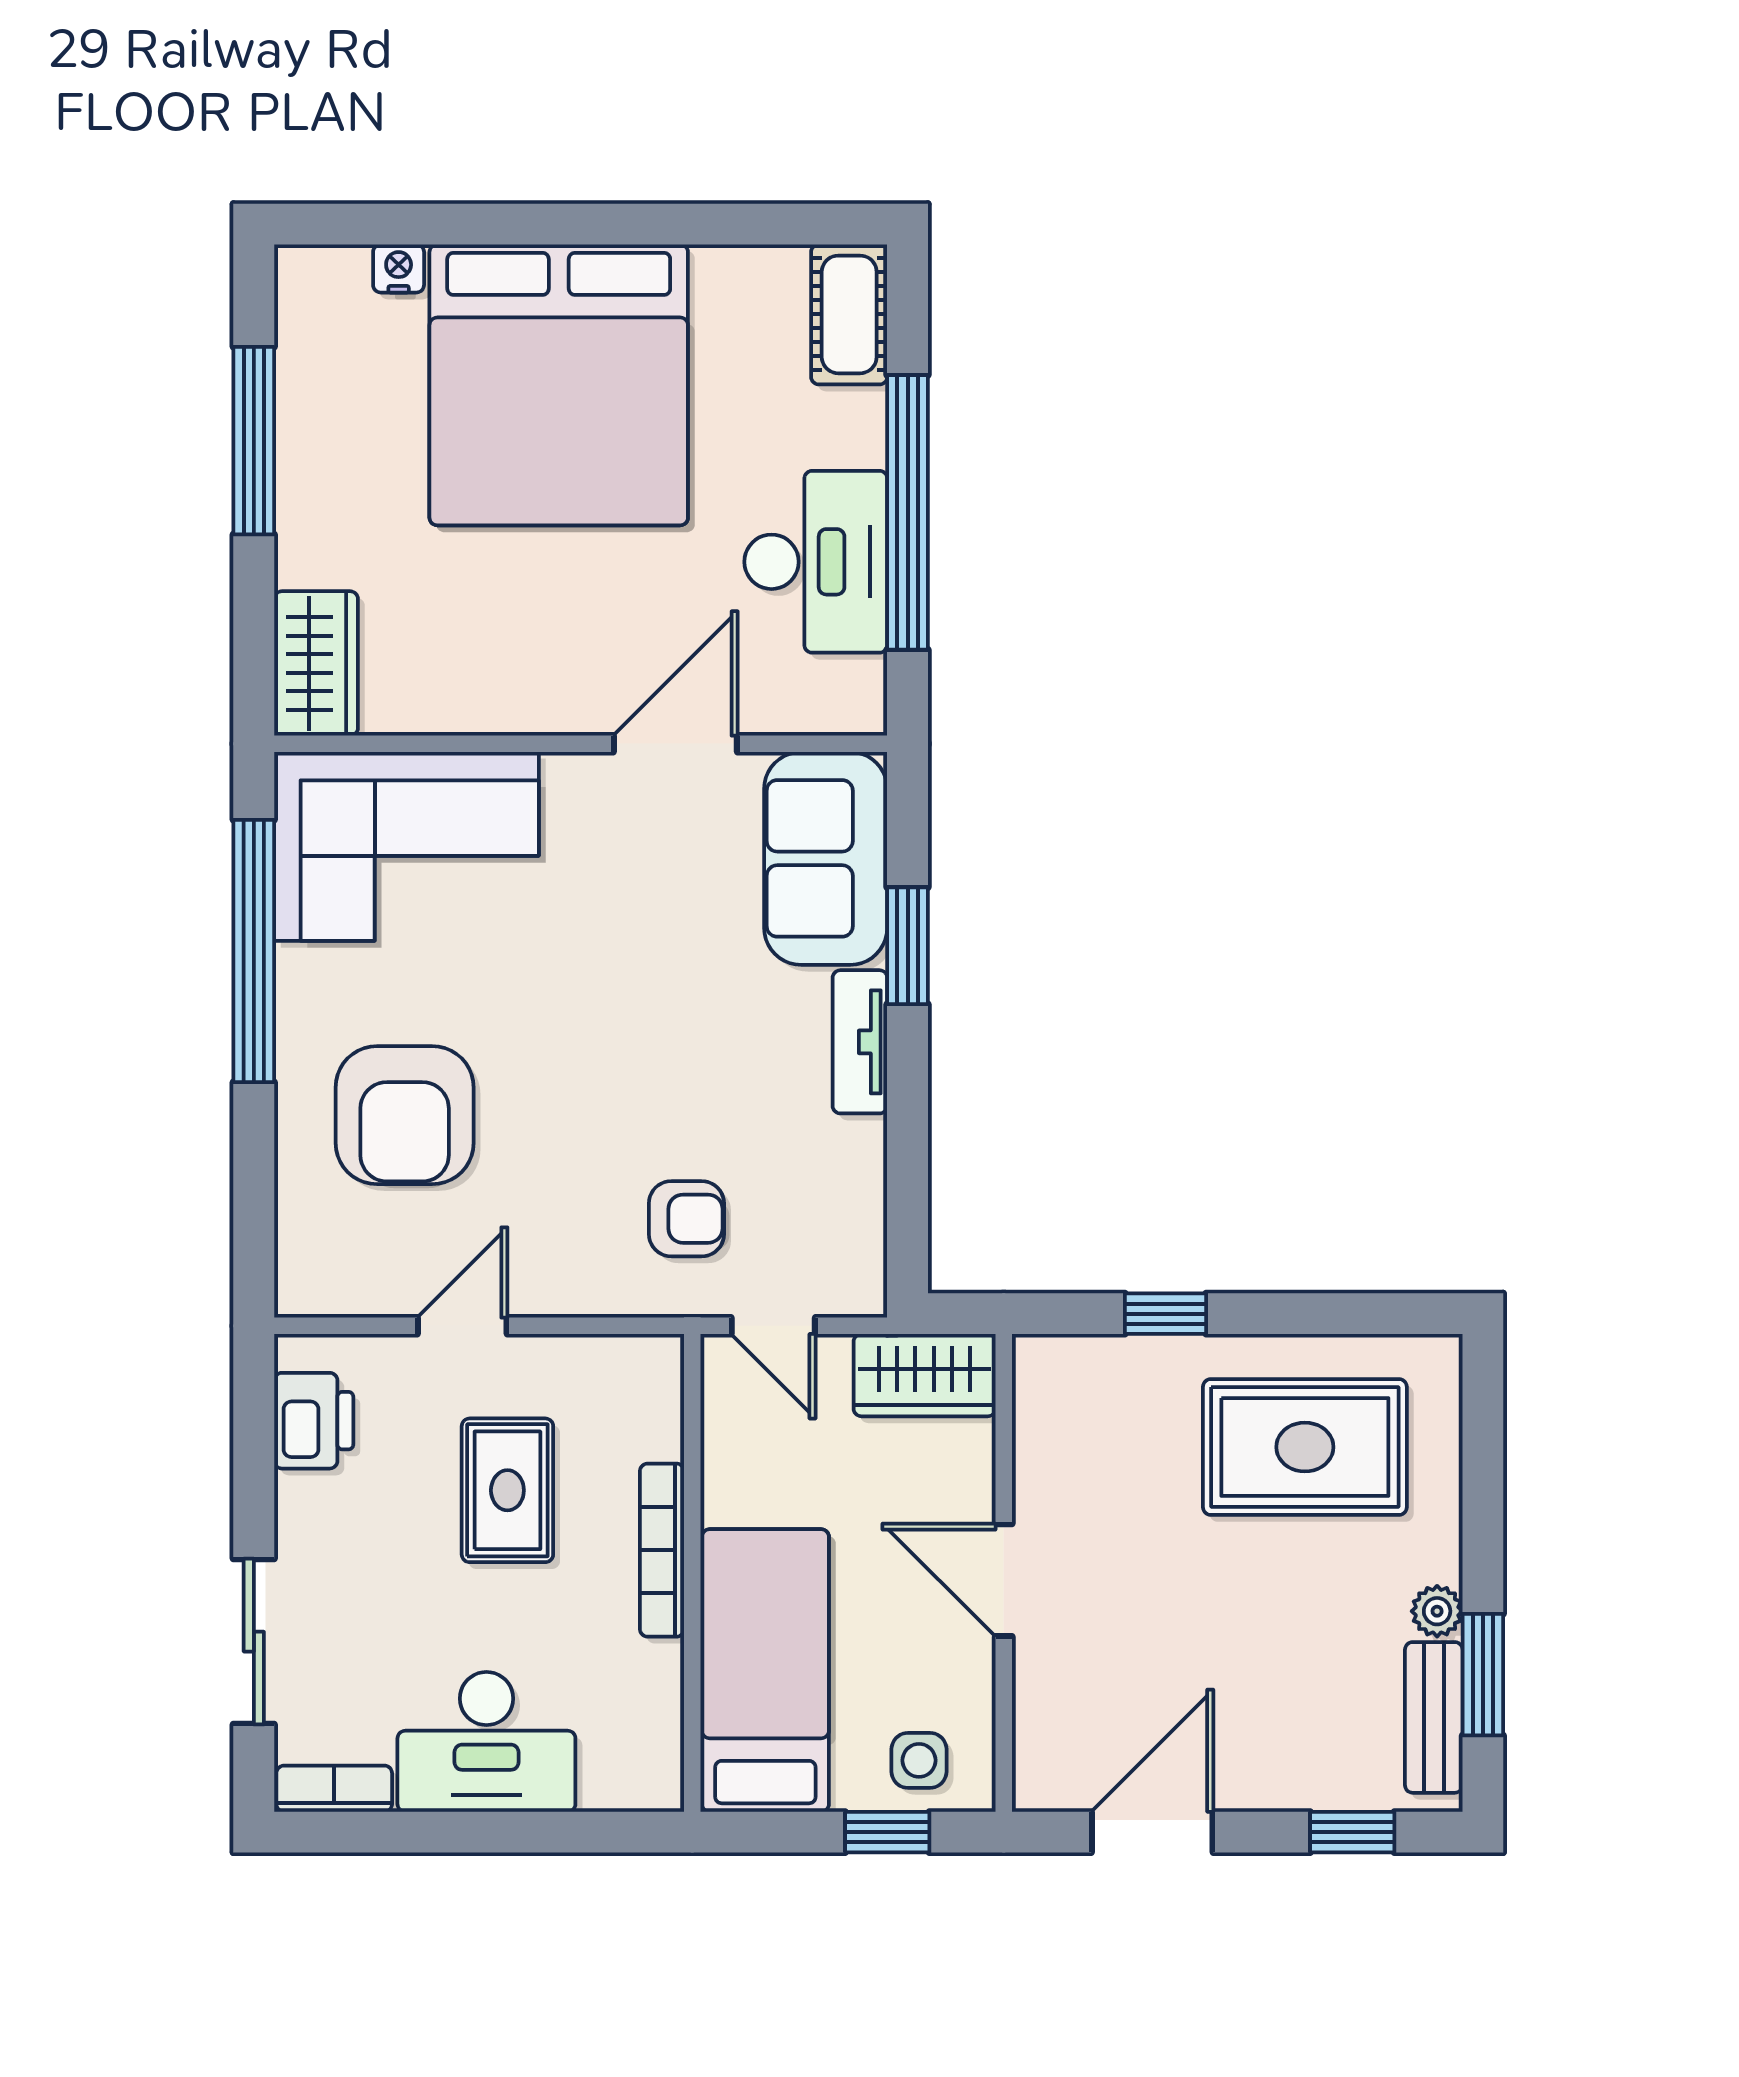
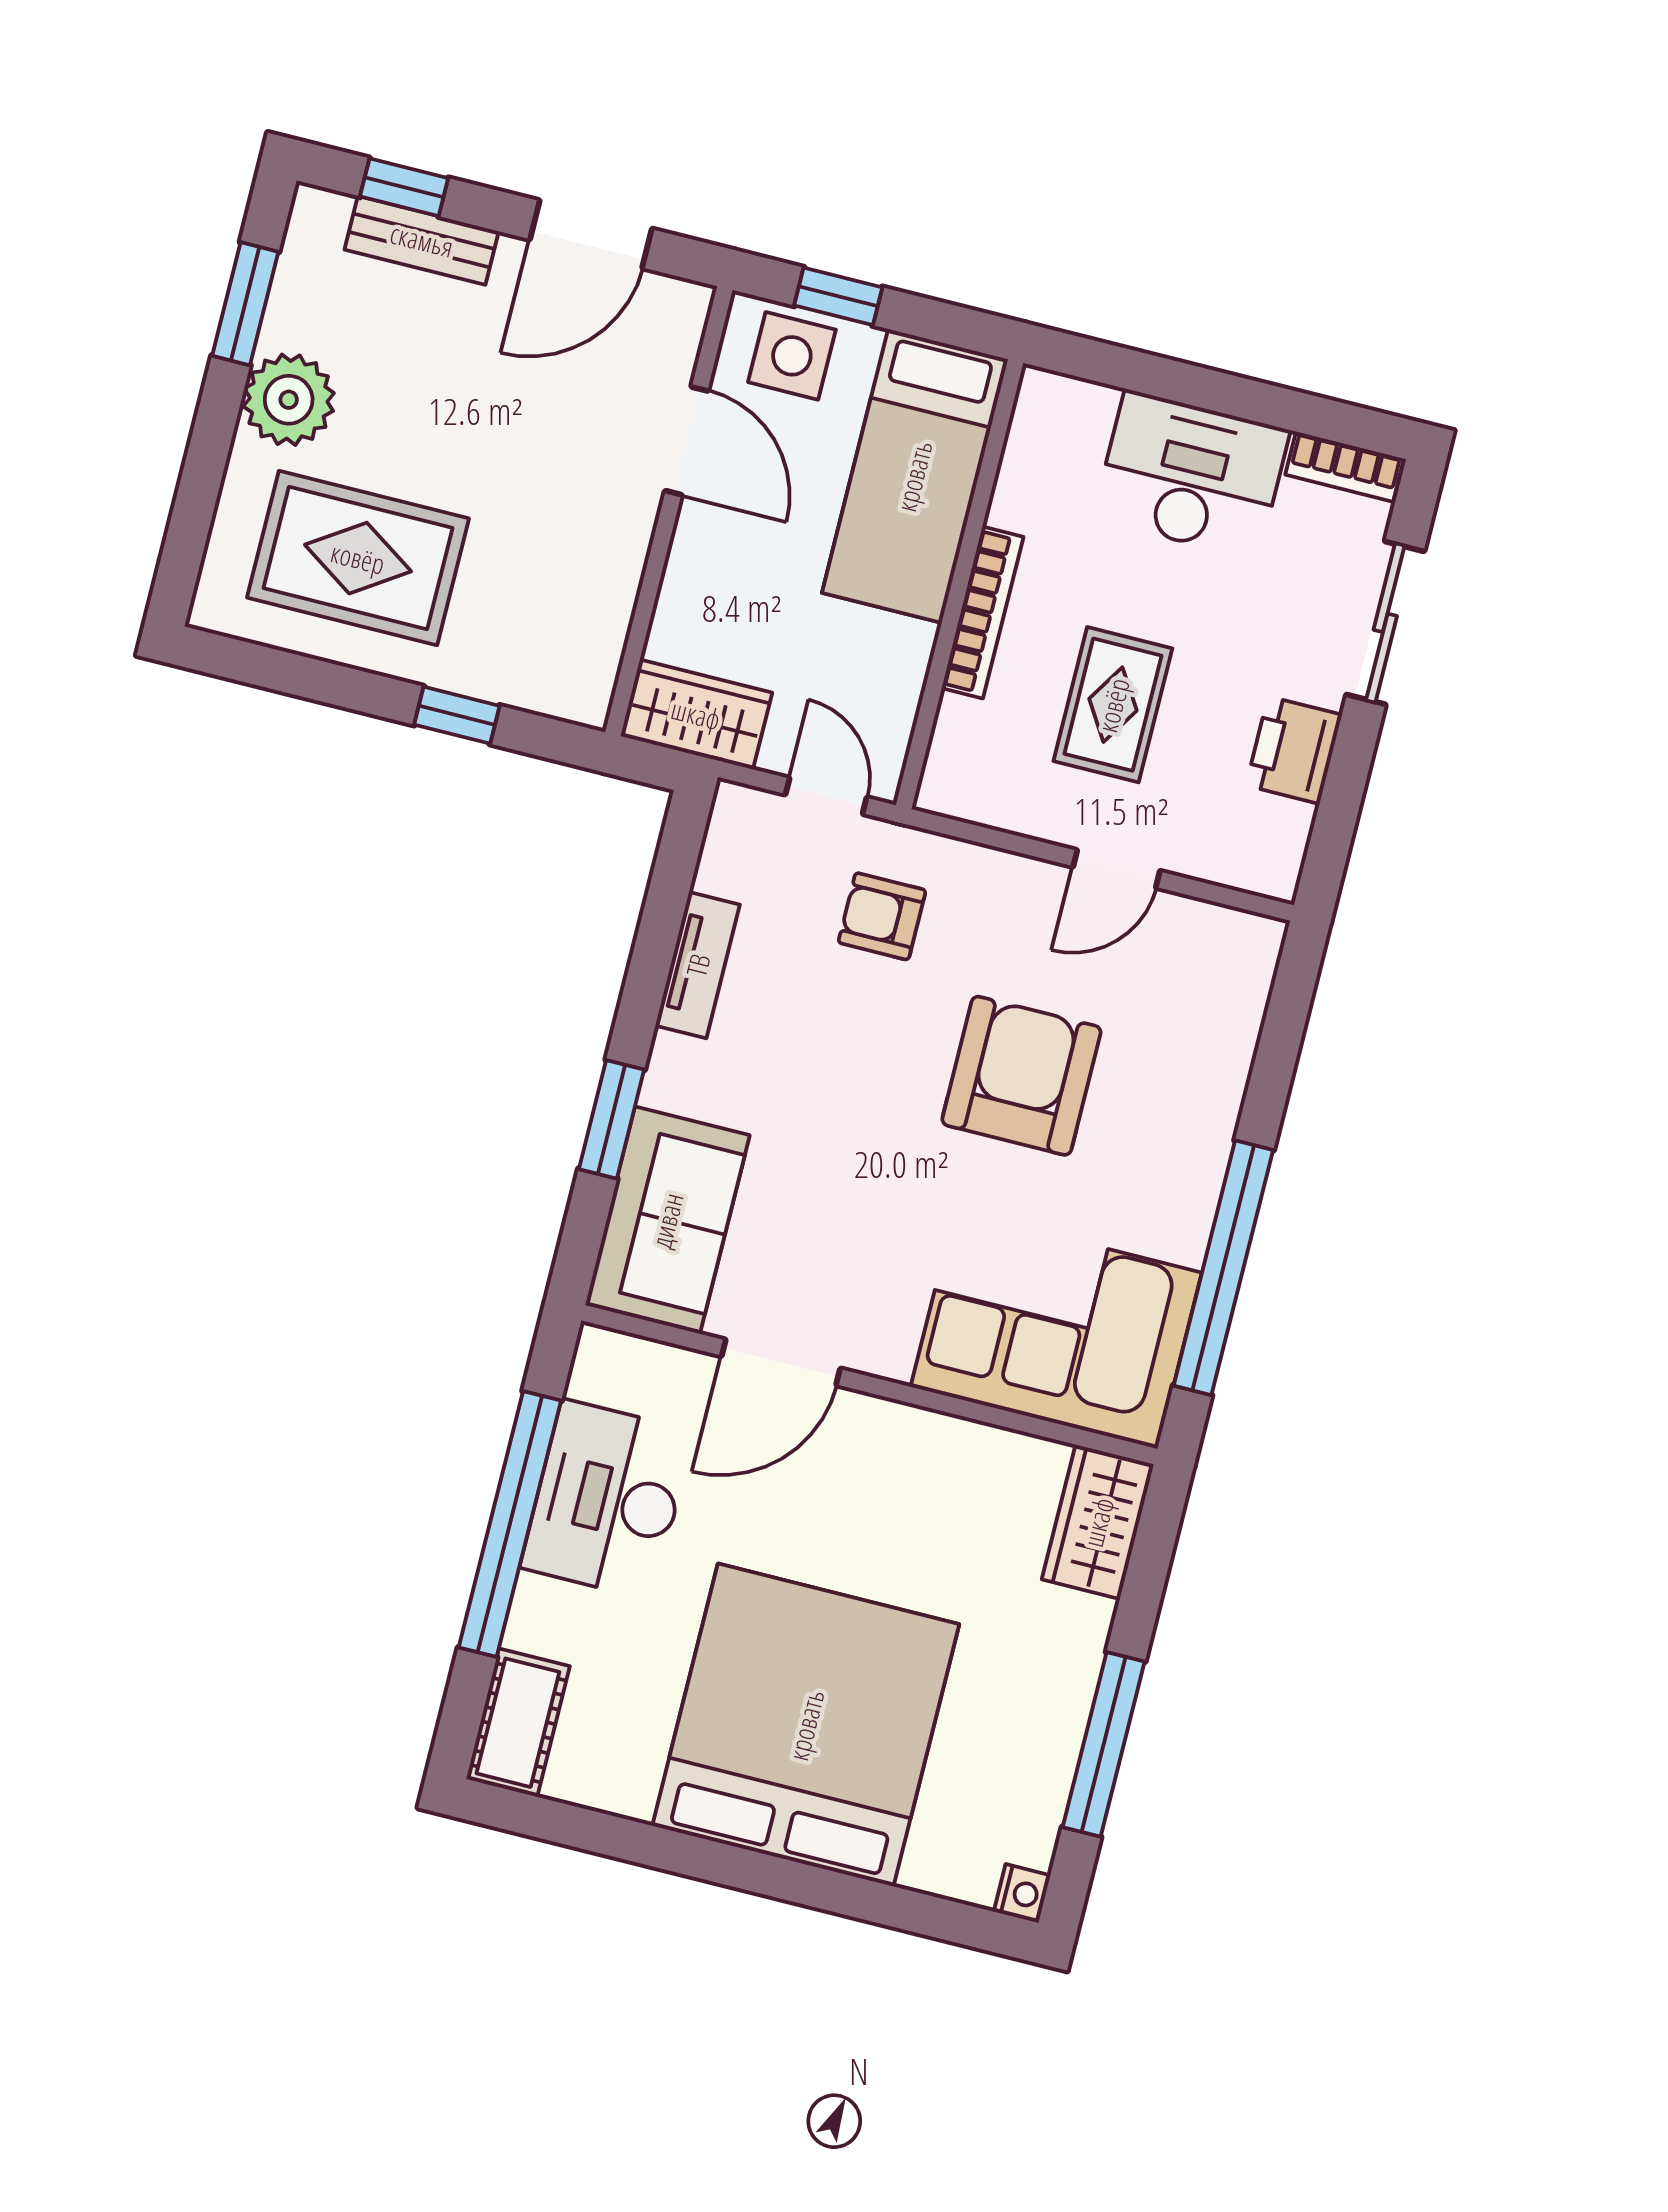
nightstand: (399, 268) -> (1022, 1893), moved, turned -90
tv unit: (860, 1042) -> (698, 965), moved
armchair: (405, 1115) -> (1021, 1076), moved
printer: (314, 1421) -> (1294, 750), moved
door: (1004, 1580) -> (687, 441), moved
plant: (1437, 1611) -> (289, 400), width x1.88, depth x1.88
bench: (1434, 1717) -> (422, 240), moved, turned 90
side table: (919, 1760) -> (792, 356), width x1.37, depth x1.37

